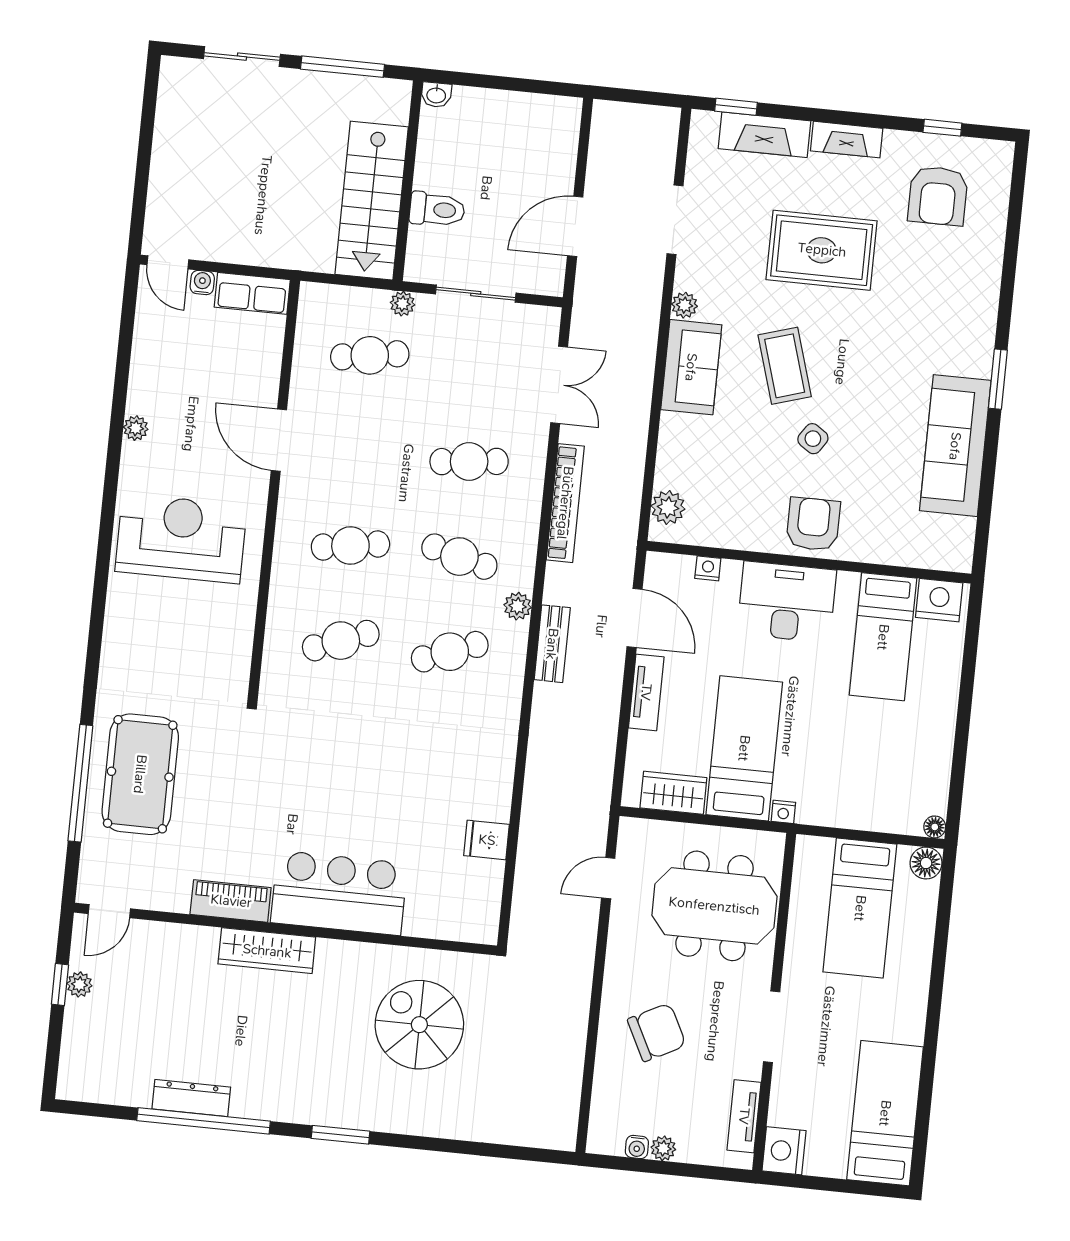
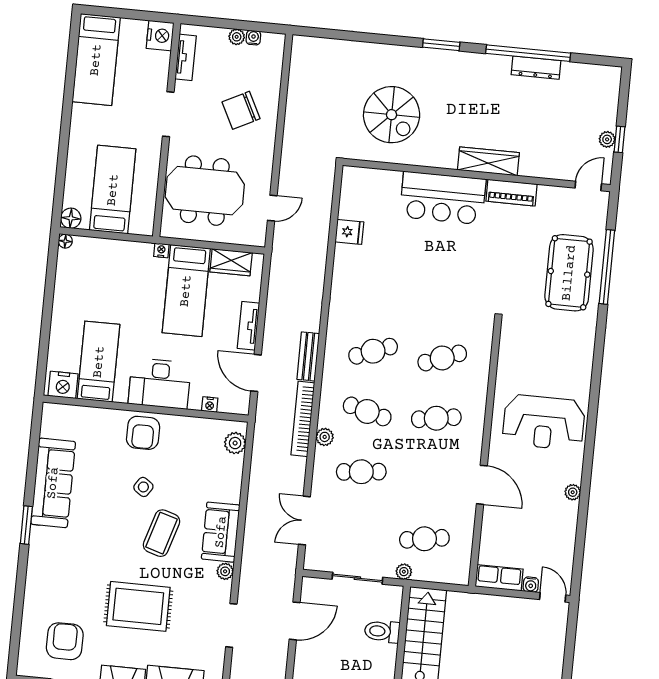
coffee table: (785, 366) -> (161, 533), turned 34
bookcase: (565, 503) -> (303, 419), moved
plant: (518, 606) -> (325, 437), moved

